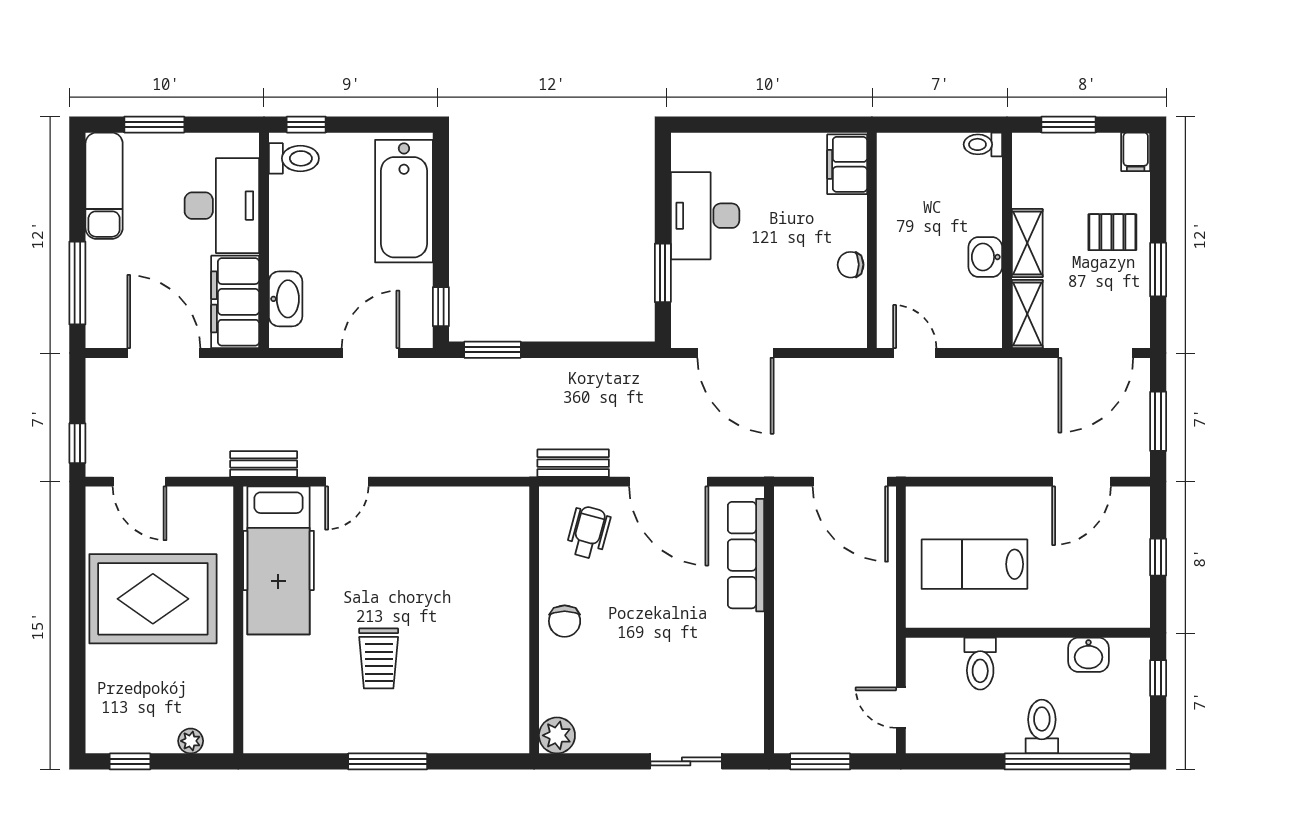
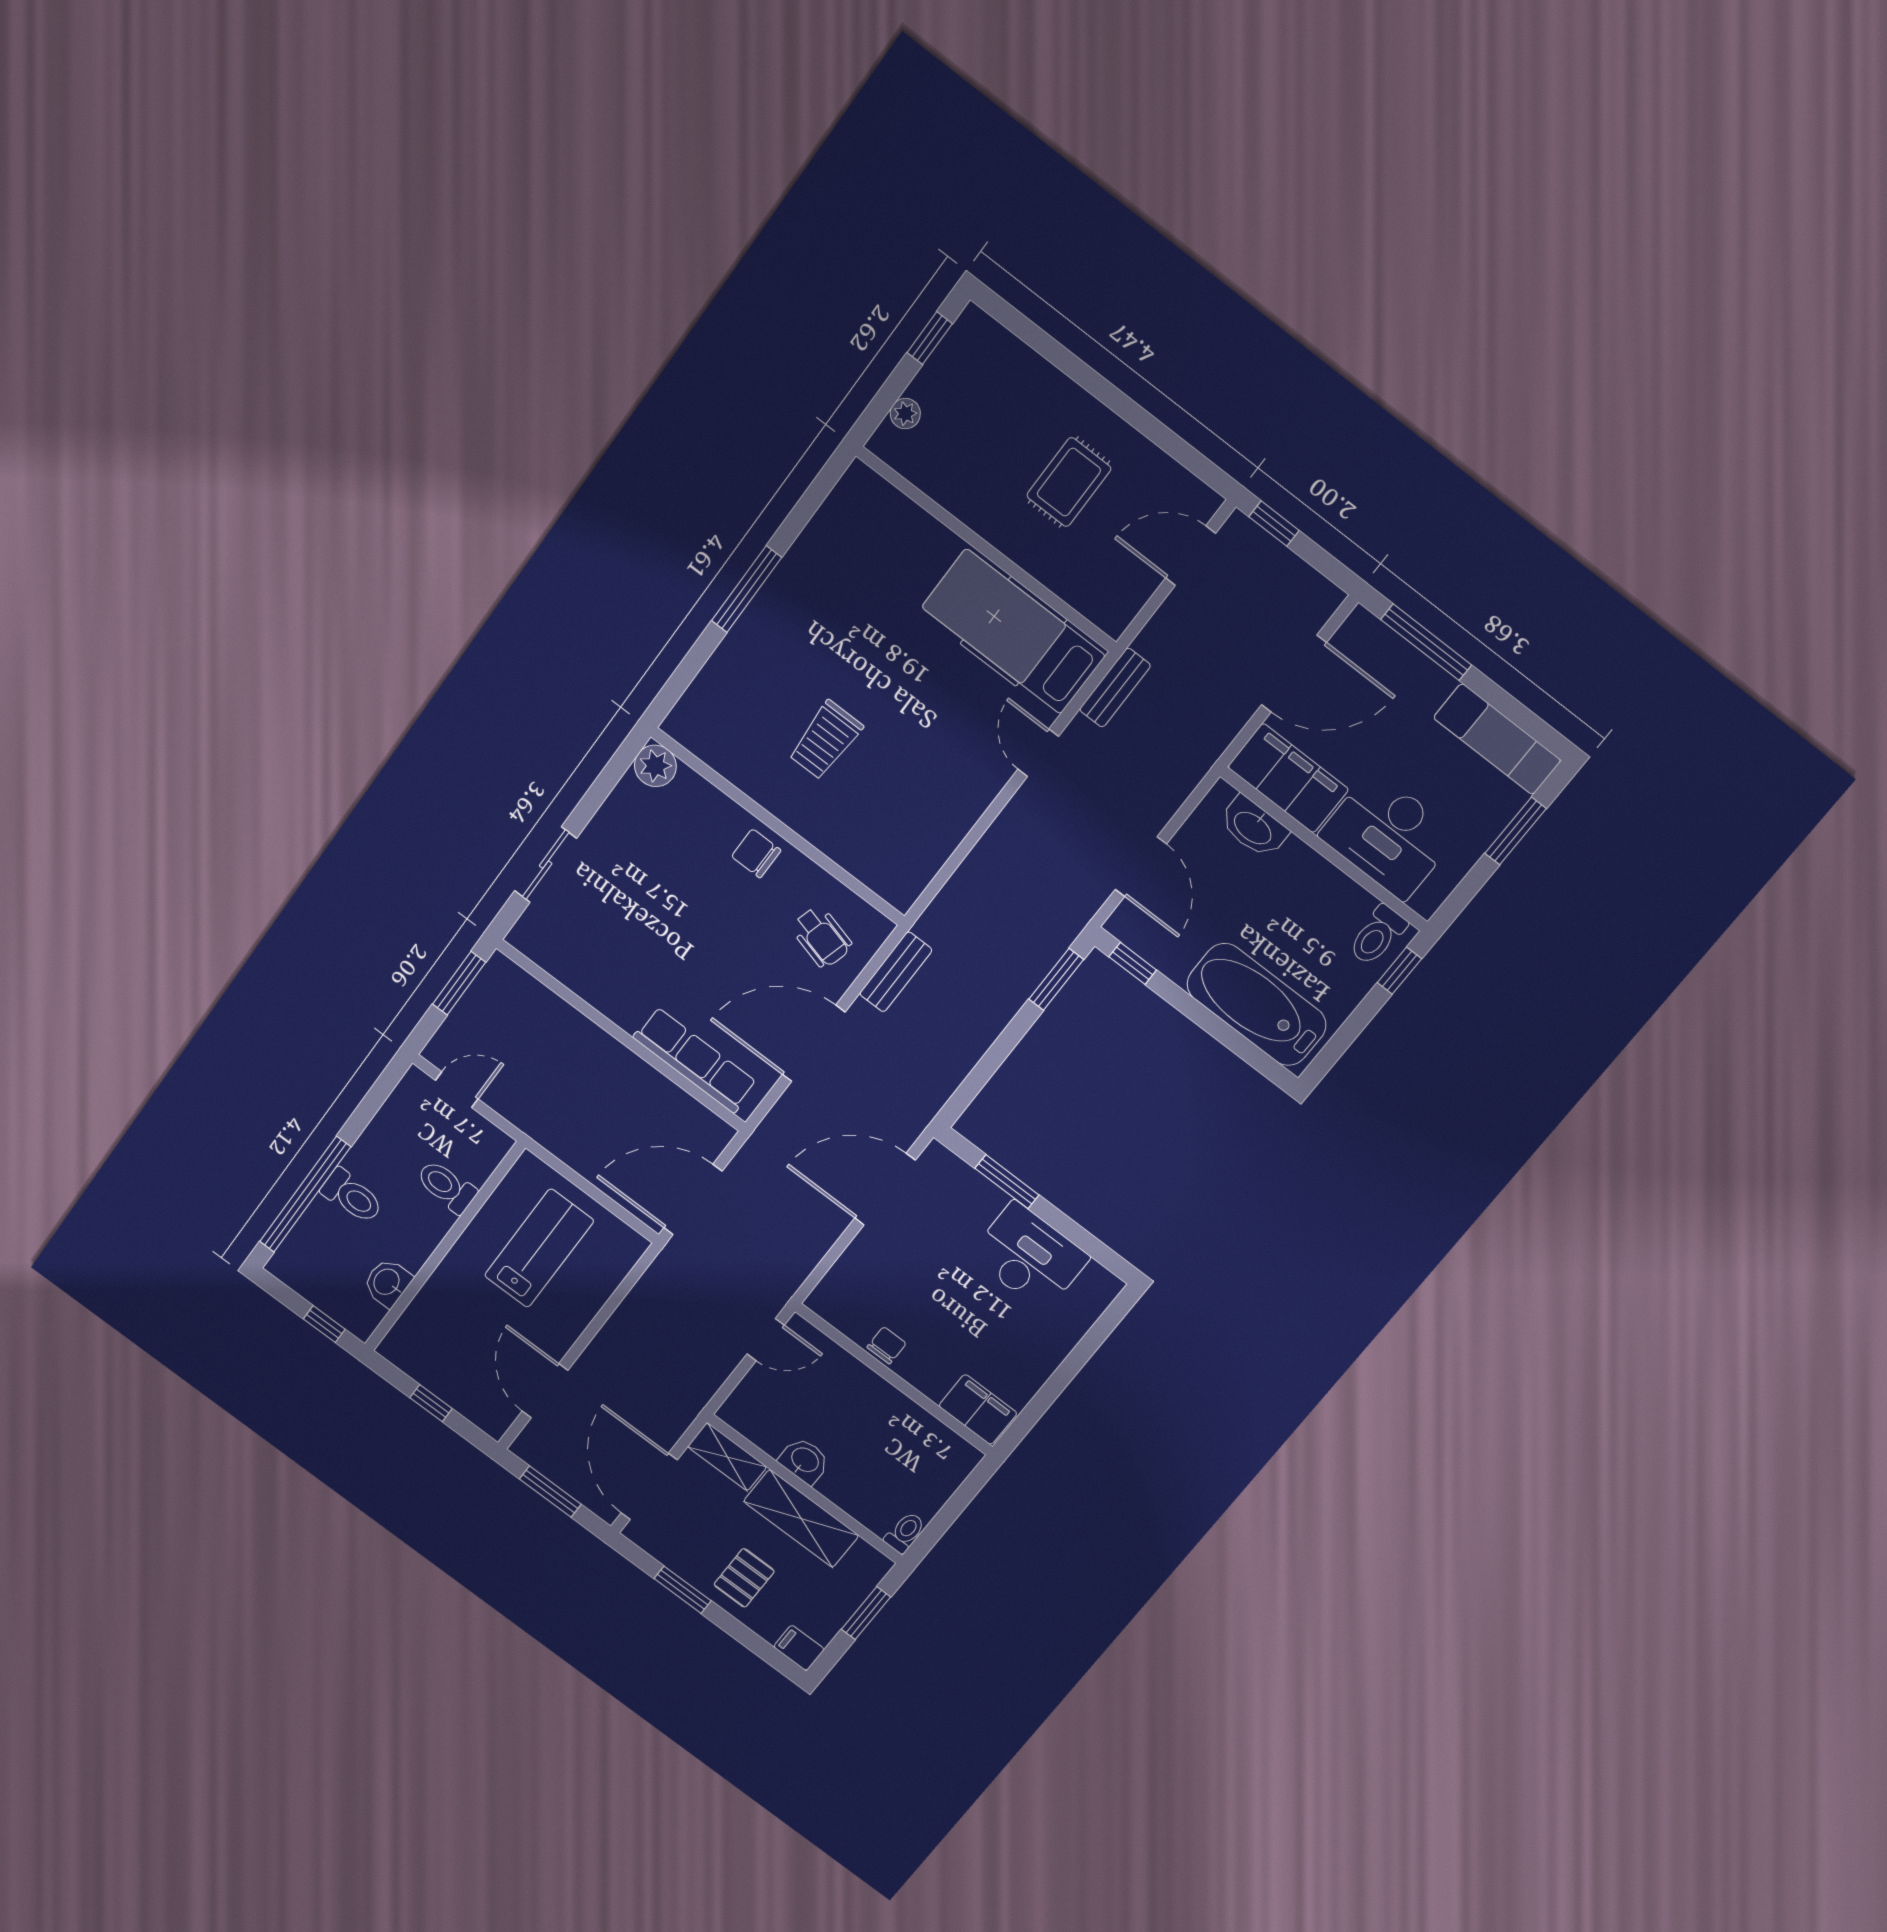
shelving: (1027, 243) -> (801, 1519), width x1.50, depth x1.33
rug: (153, 599) -> (1069, 482), width x0.54, depth x0.49
trolley: (379, 658) -> (825, 740), moved, turned -90

